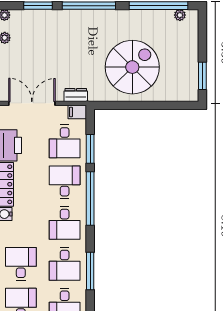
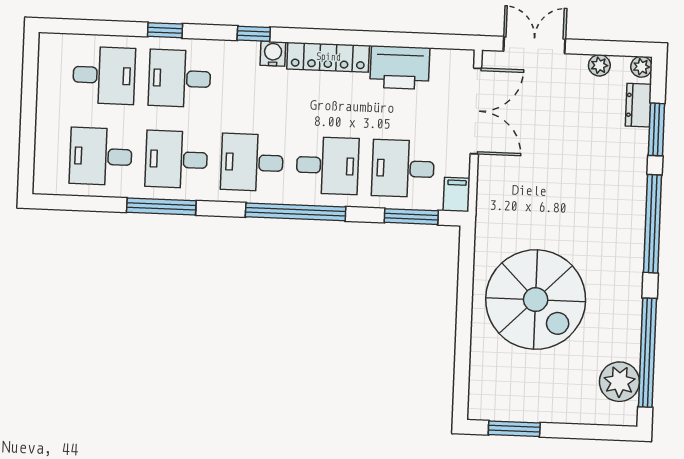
plant: (180, 15) -> (619, 382), width x1.87, depth x1.87
dresser: (76, 95) -> (638, 105), moved, turned 180
window: (90, 149) -> (411, 217), moved
desk: (21, 264) -> (180, 78), turned 180

